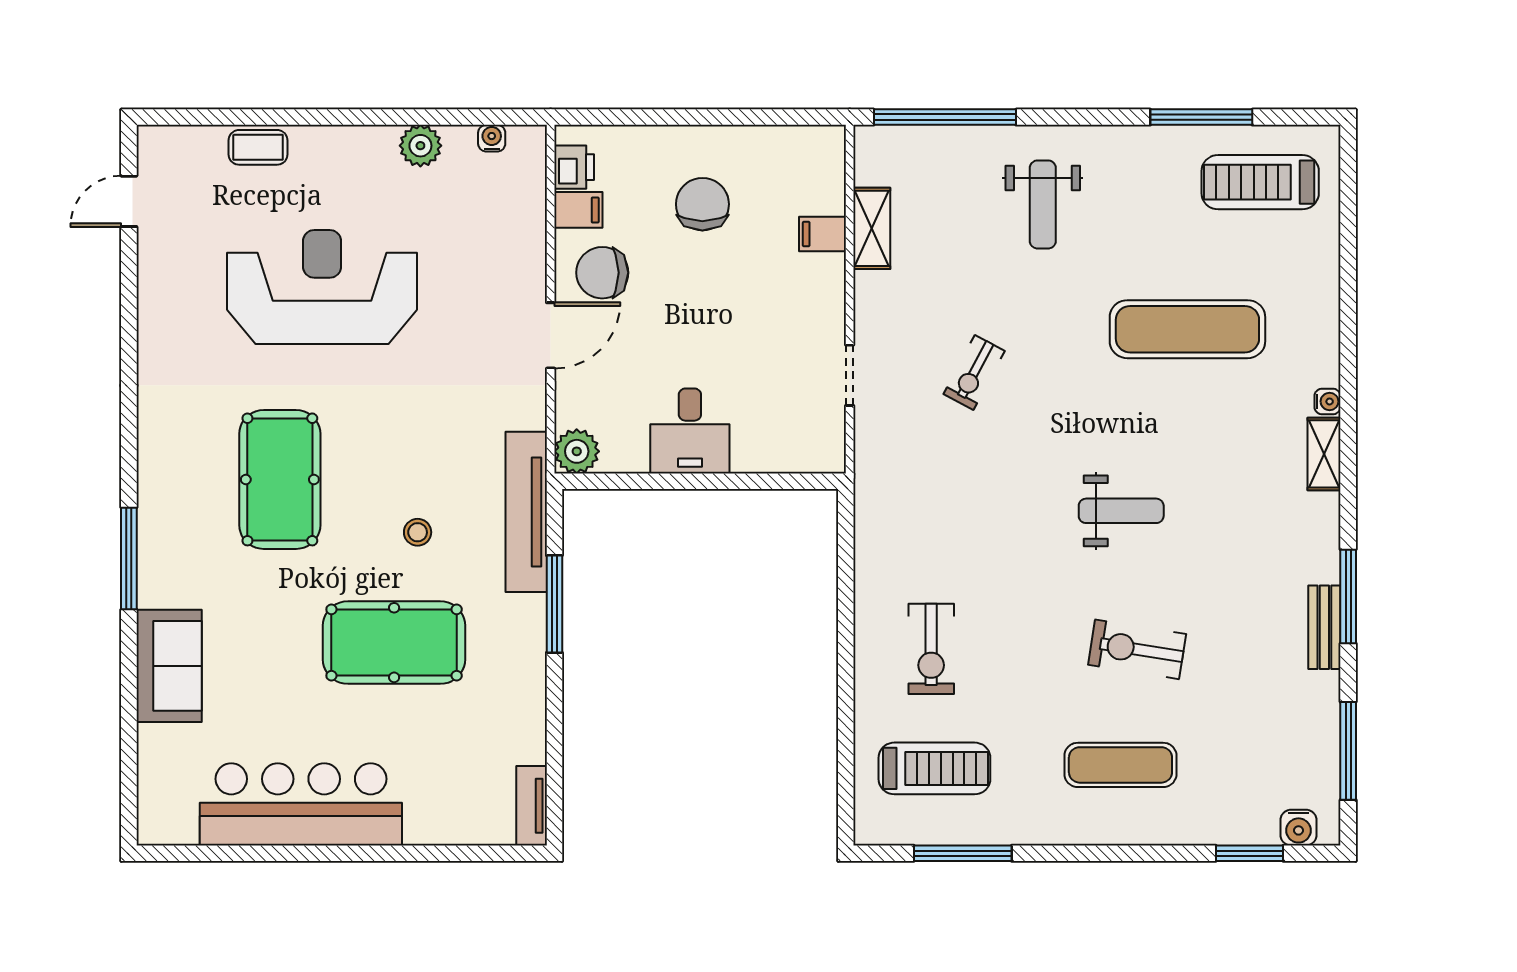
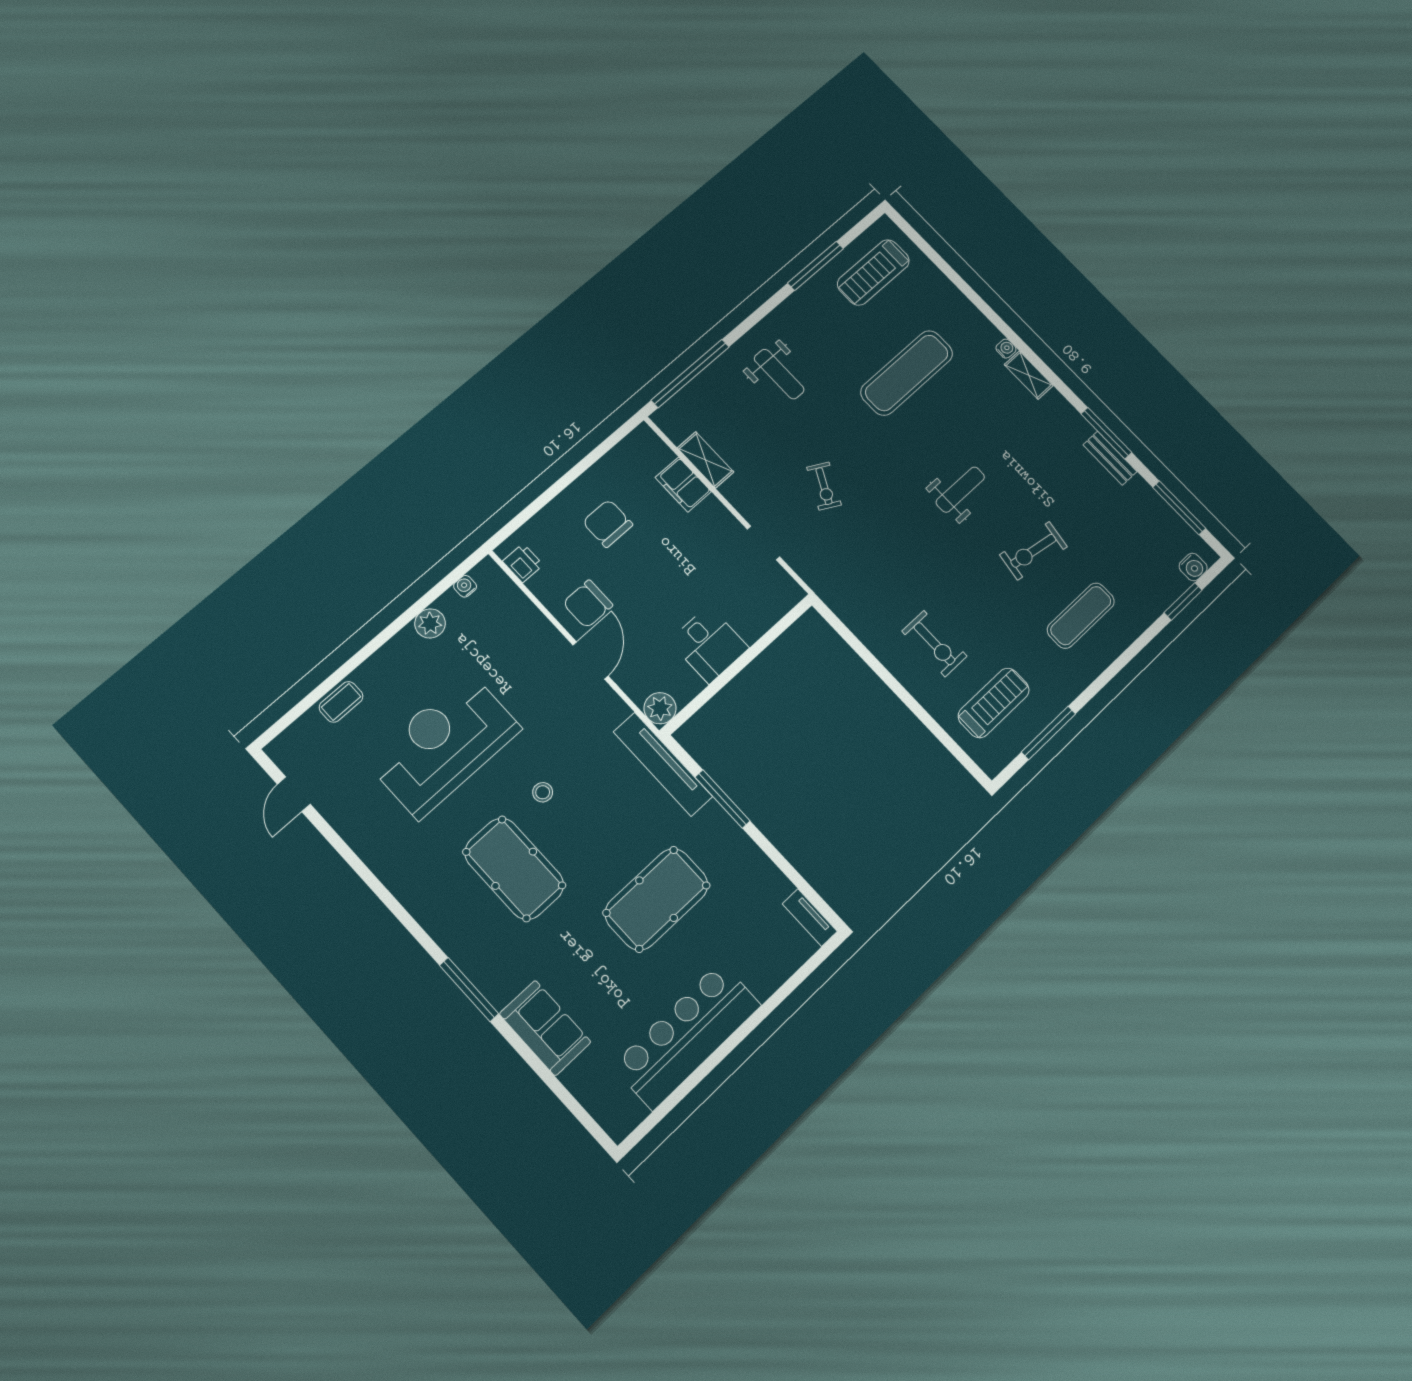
filing cabinet: (578, 210) -> (545, 583), removed
filing cabinet: (823, 234) -> (683, 484), width x2.00
stool: (418, 532) -> (543, 792), moved

